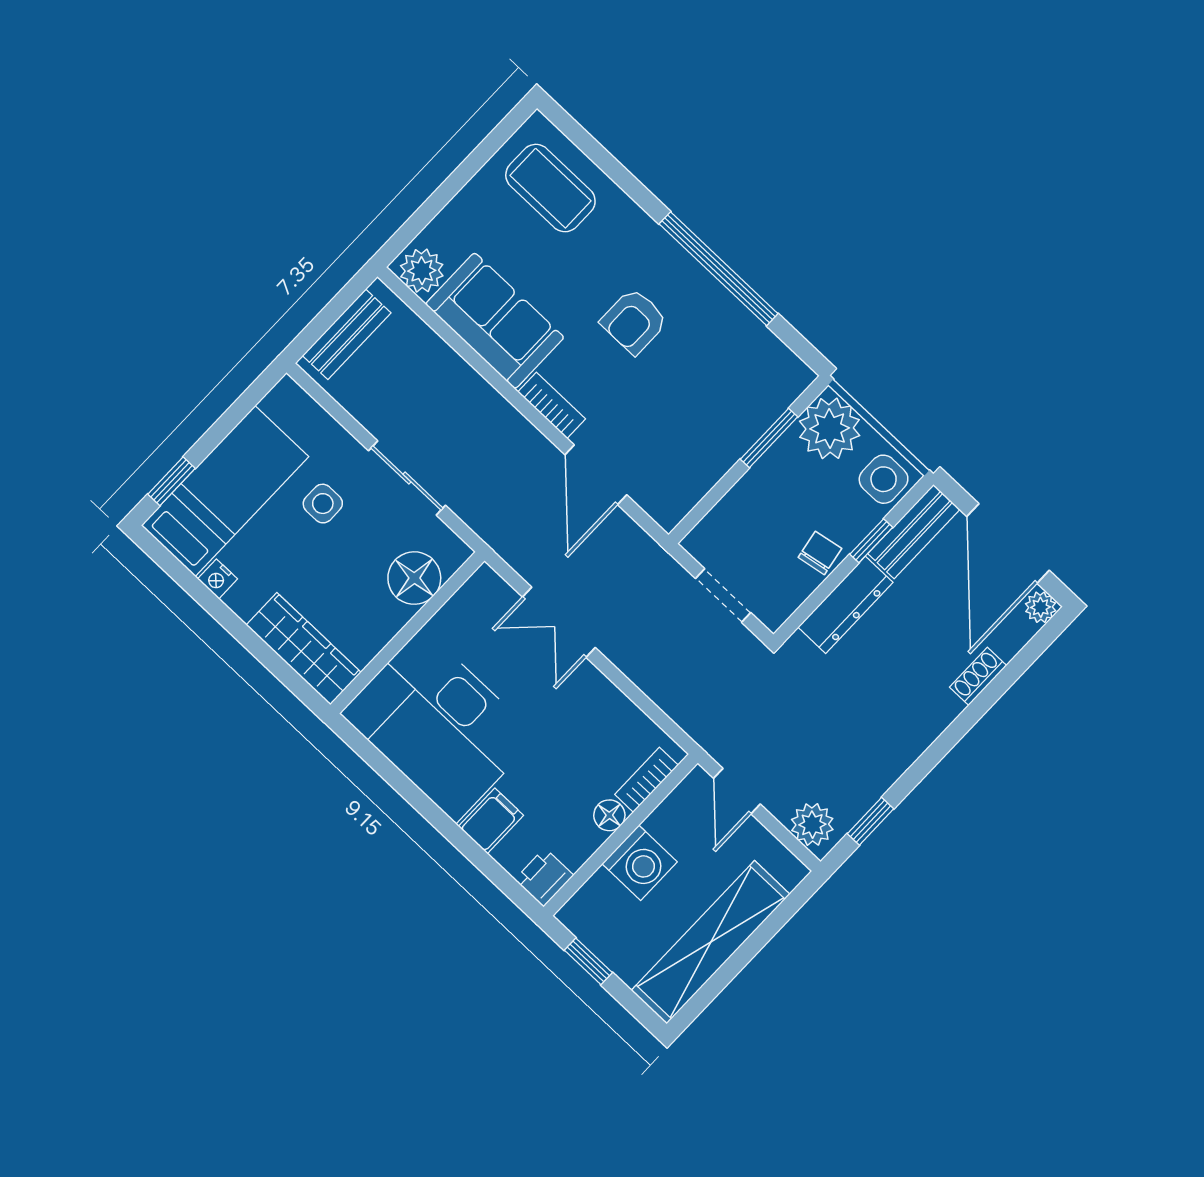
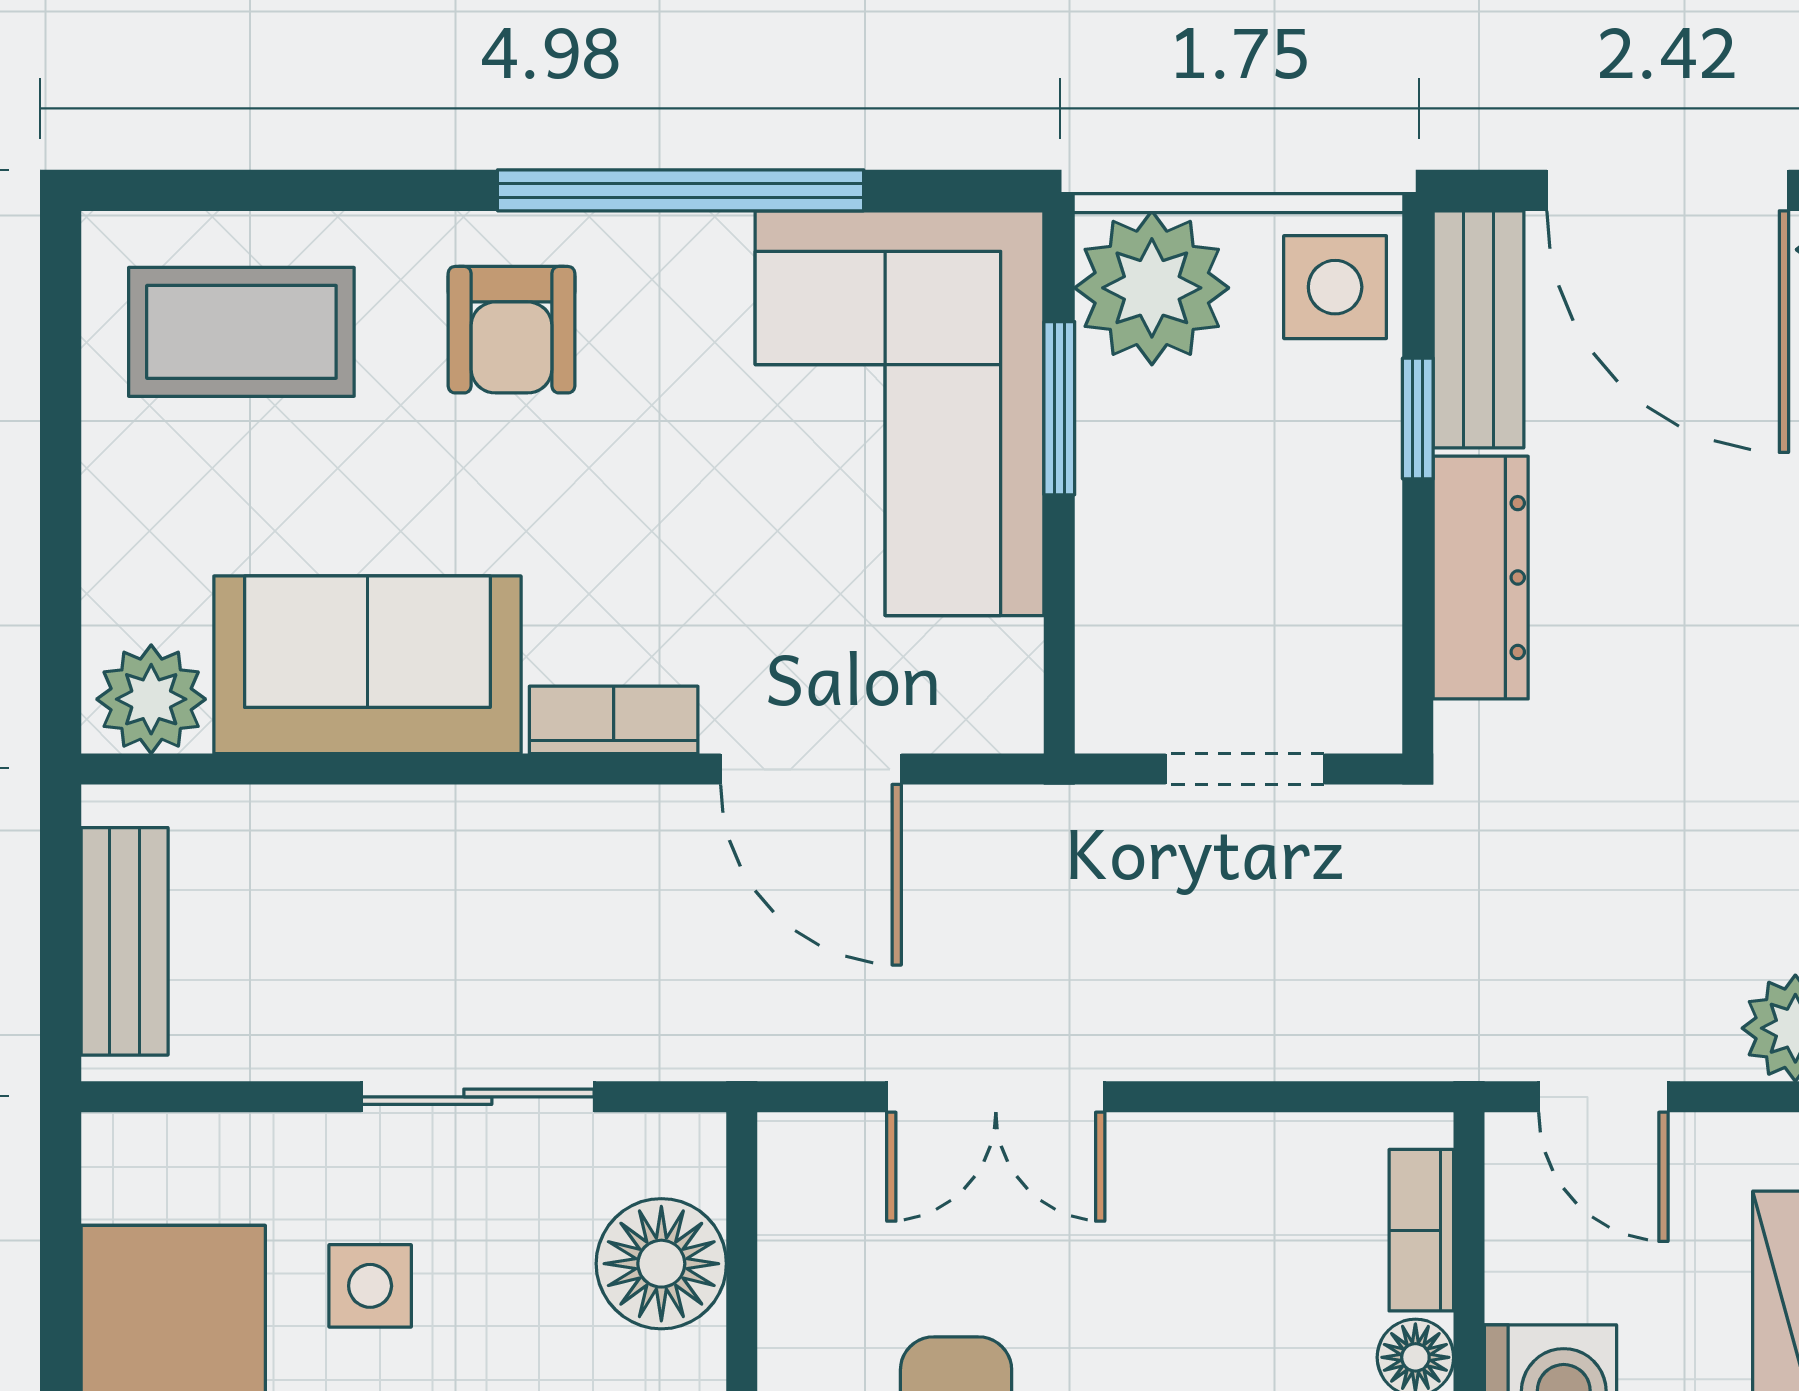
armchair: (634, 321) -> (511, 330), moved
corner sofa: (721, 395) -> (900, 413), added
chair: (820, 553) -> (1346, 528), removed

